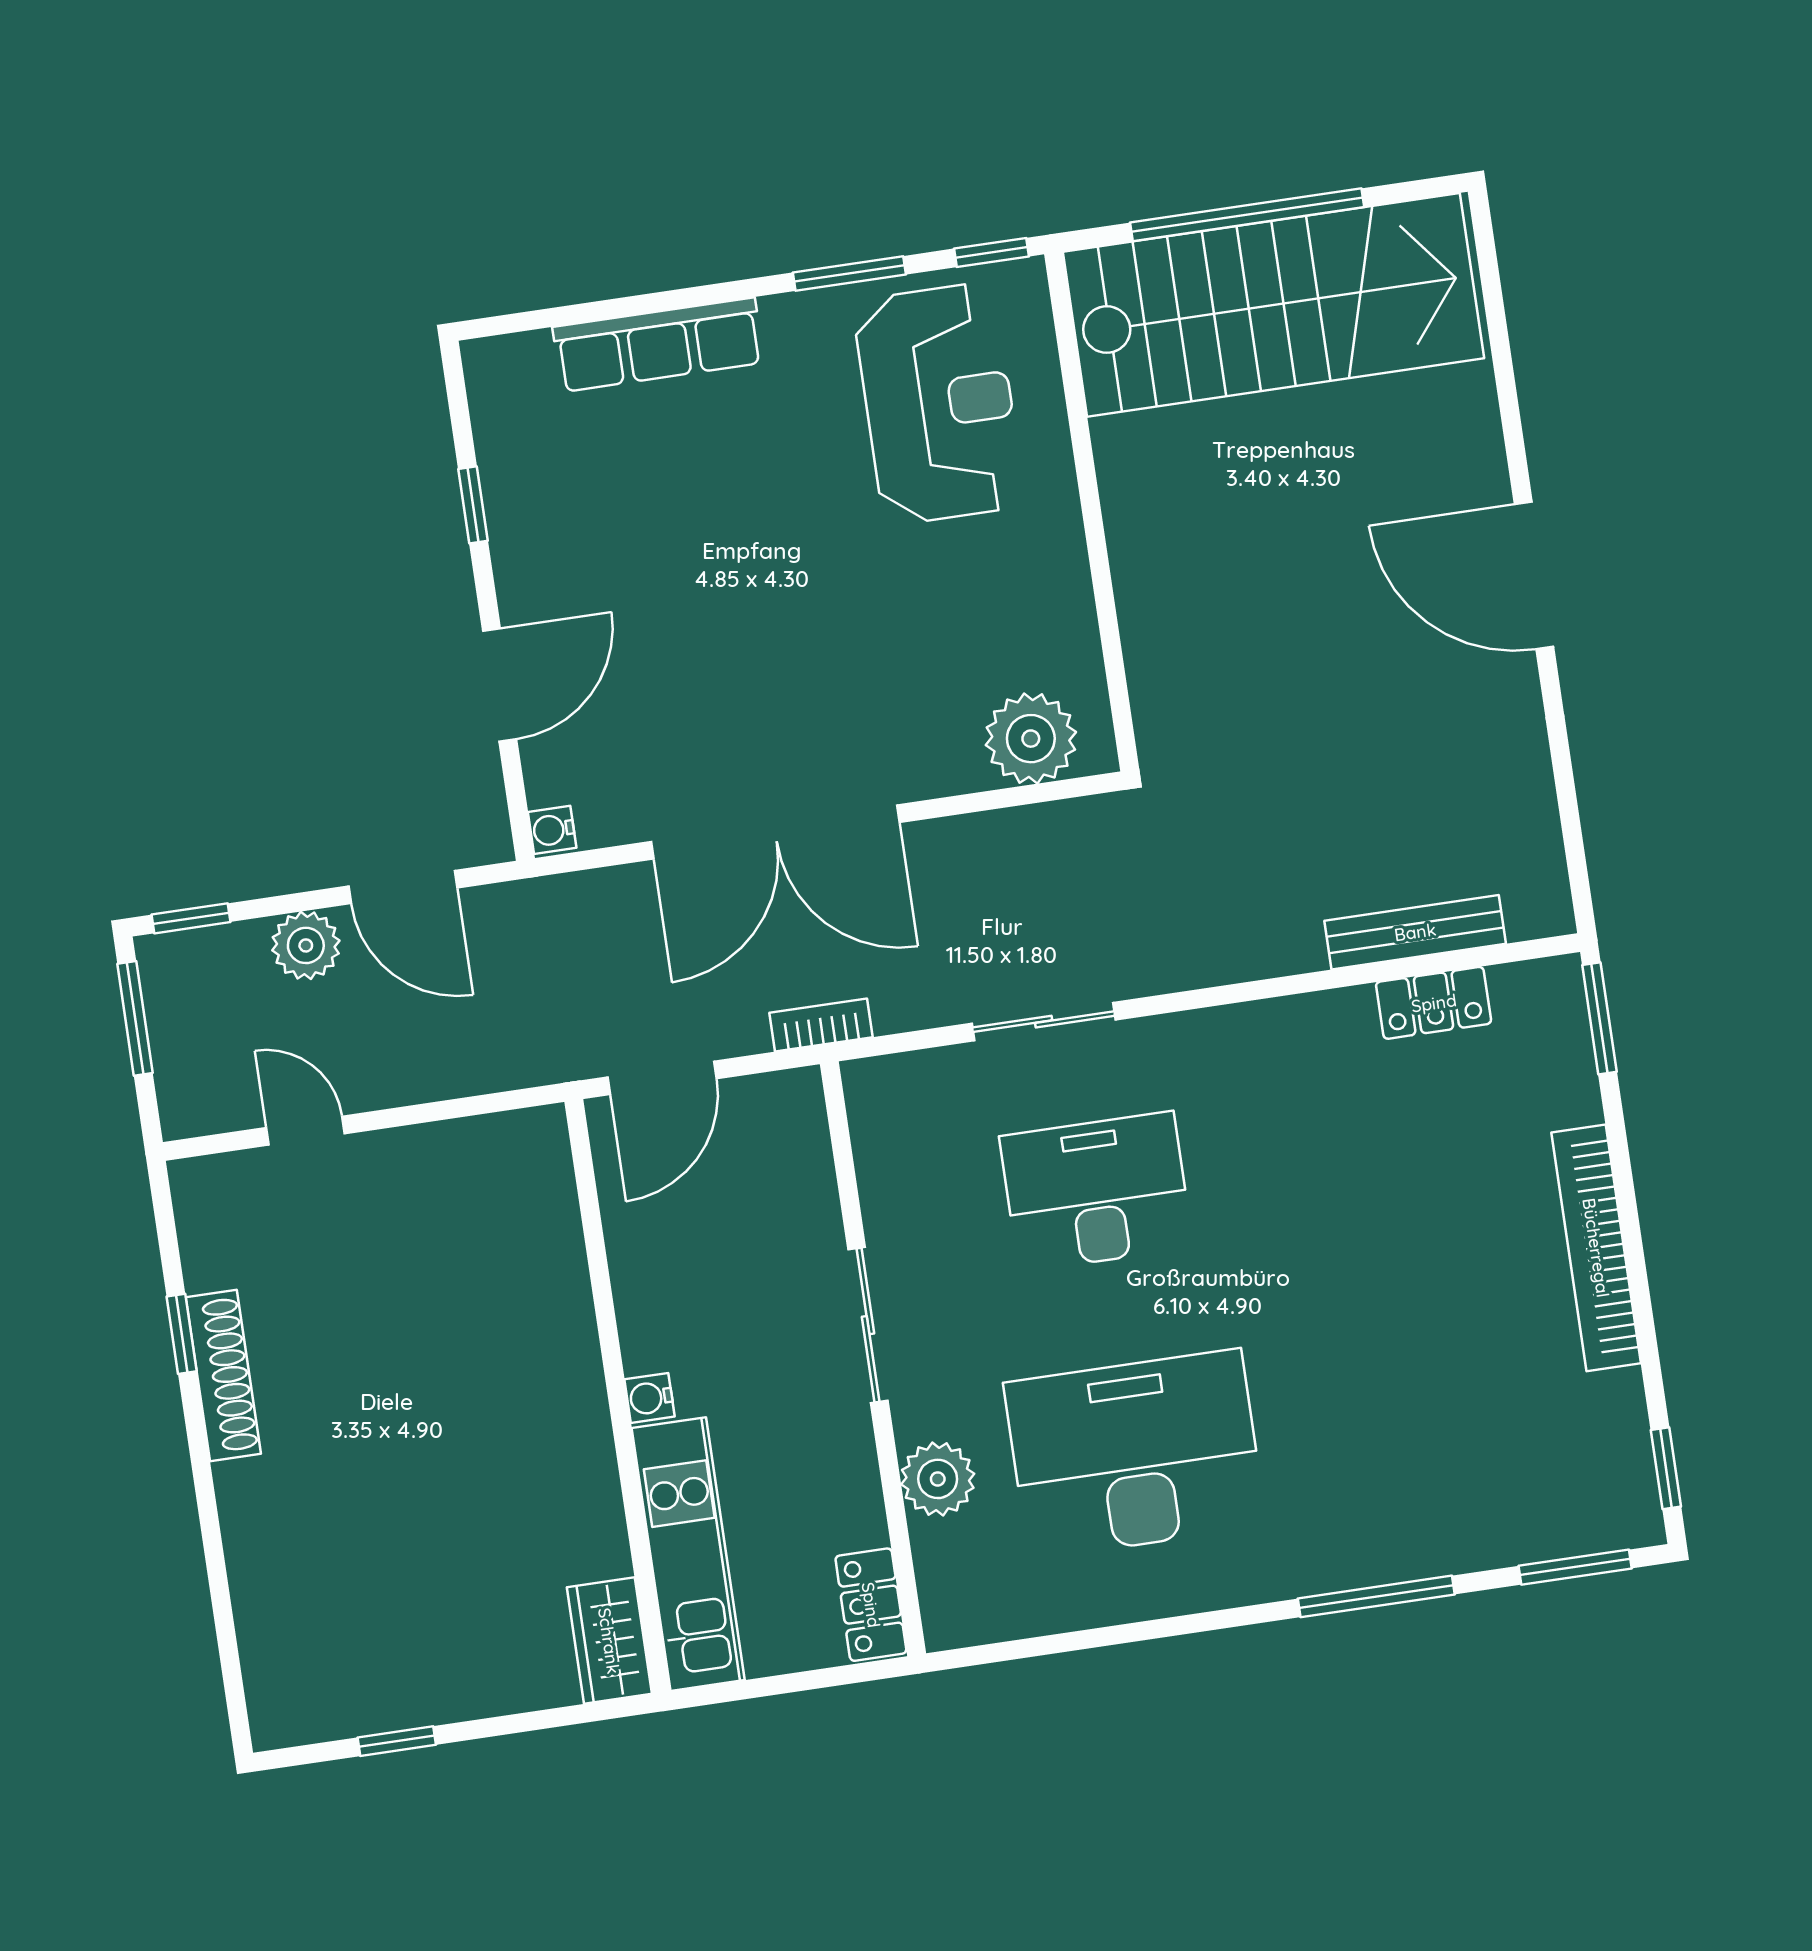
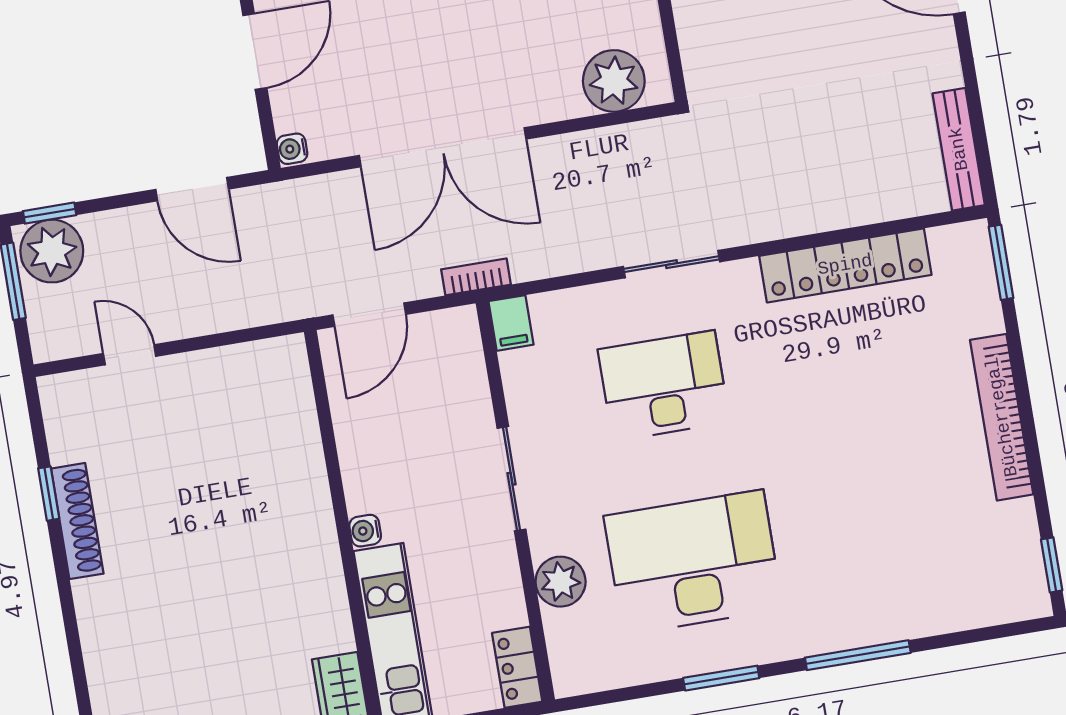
bench: (1415, 932) -> (959, 149), moved, turned 90
plant: (306, 945) -> (52, 251), moved, width x1.36, depth x1.36
locker: (1434, 1003) -> (845, 265), width x2.16, depth x1.21
sliding door: (1044, 1022) -> (672, 264), moved
filing cabinet: (872, 1094) -> (511, 323), added
window: (1575, 1567) -> (721, 678), moved

